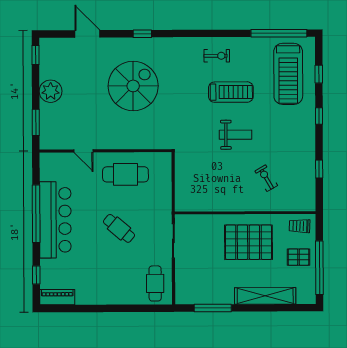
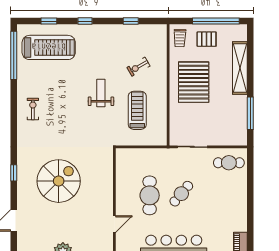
spiral stairs: (133, 86) -> (59, 181), turned 90
treadmill: (231, 92) -> (137, 110), moved
cafe table: (125, 174) -> (150, 195), moved
pallet: (298, 257) -> (207, 39), turned 90

